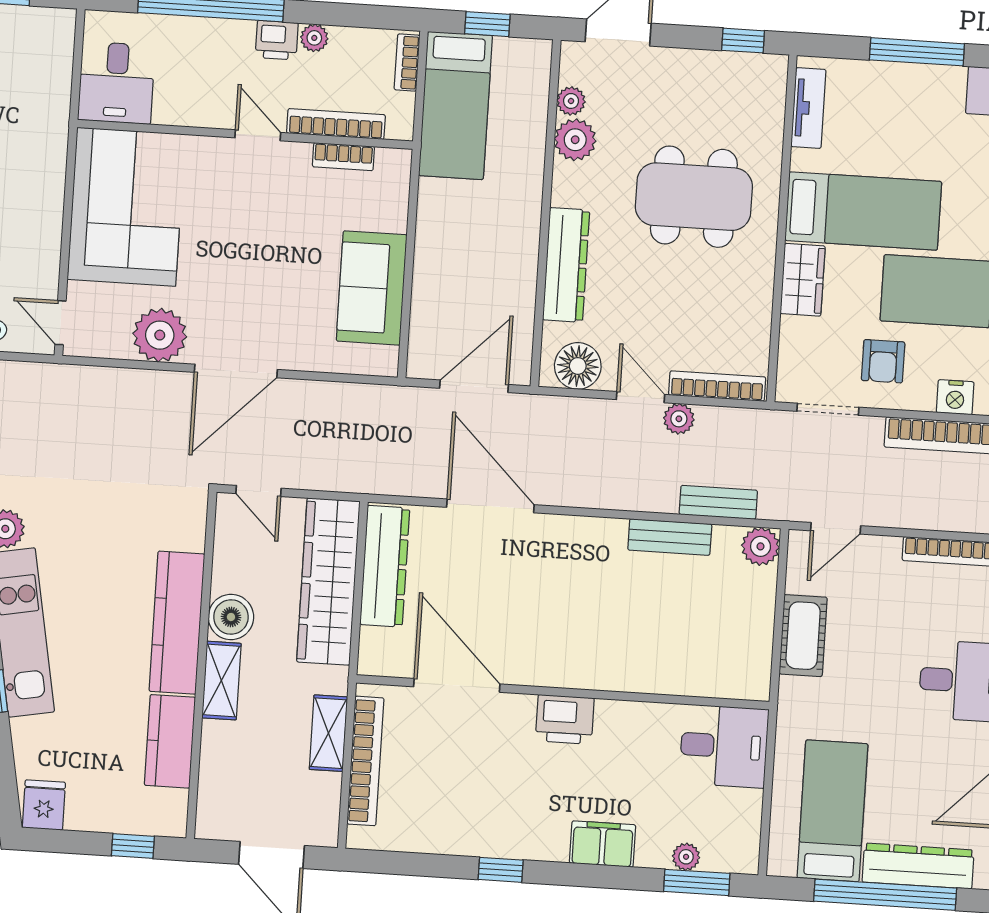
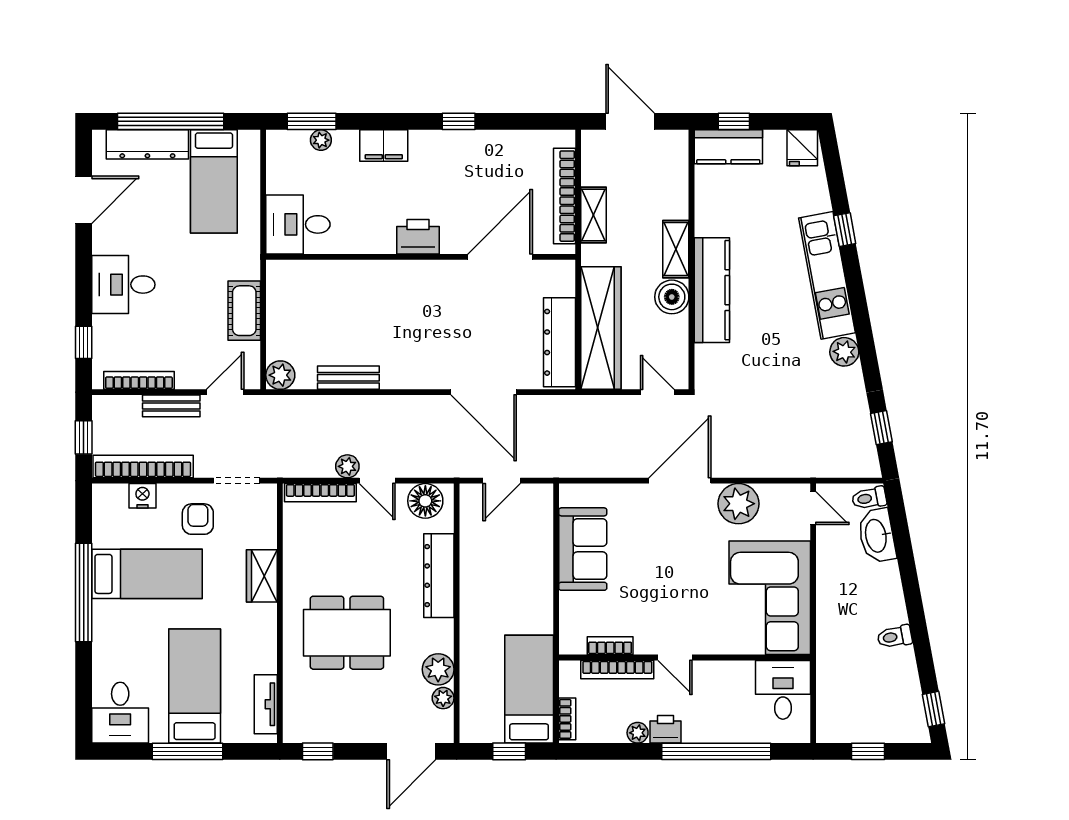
bed: (863, 211) -> (195, 686), moved, turned 90
door: (474, 386) -> (502, 481), width x0.73
bench: (718, 502) -> (171, 406), moved
door: (457, 685) -> (500, 257), swing flipped
kitchen counter: (170, 741) -> (728, 147), moved, turned 90

